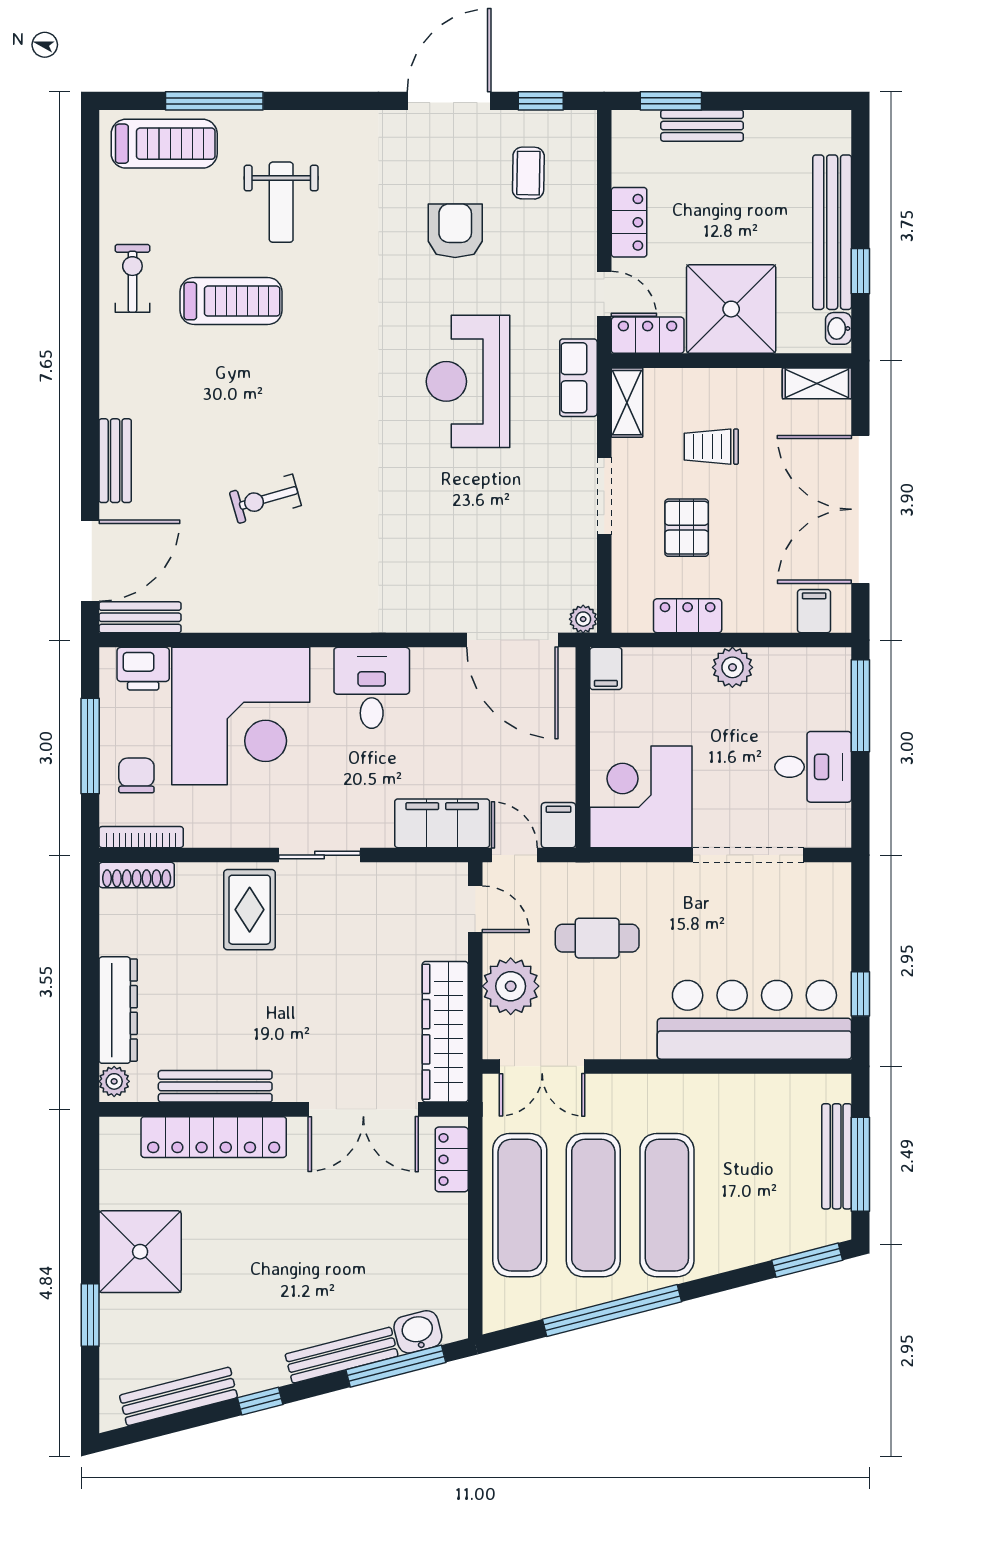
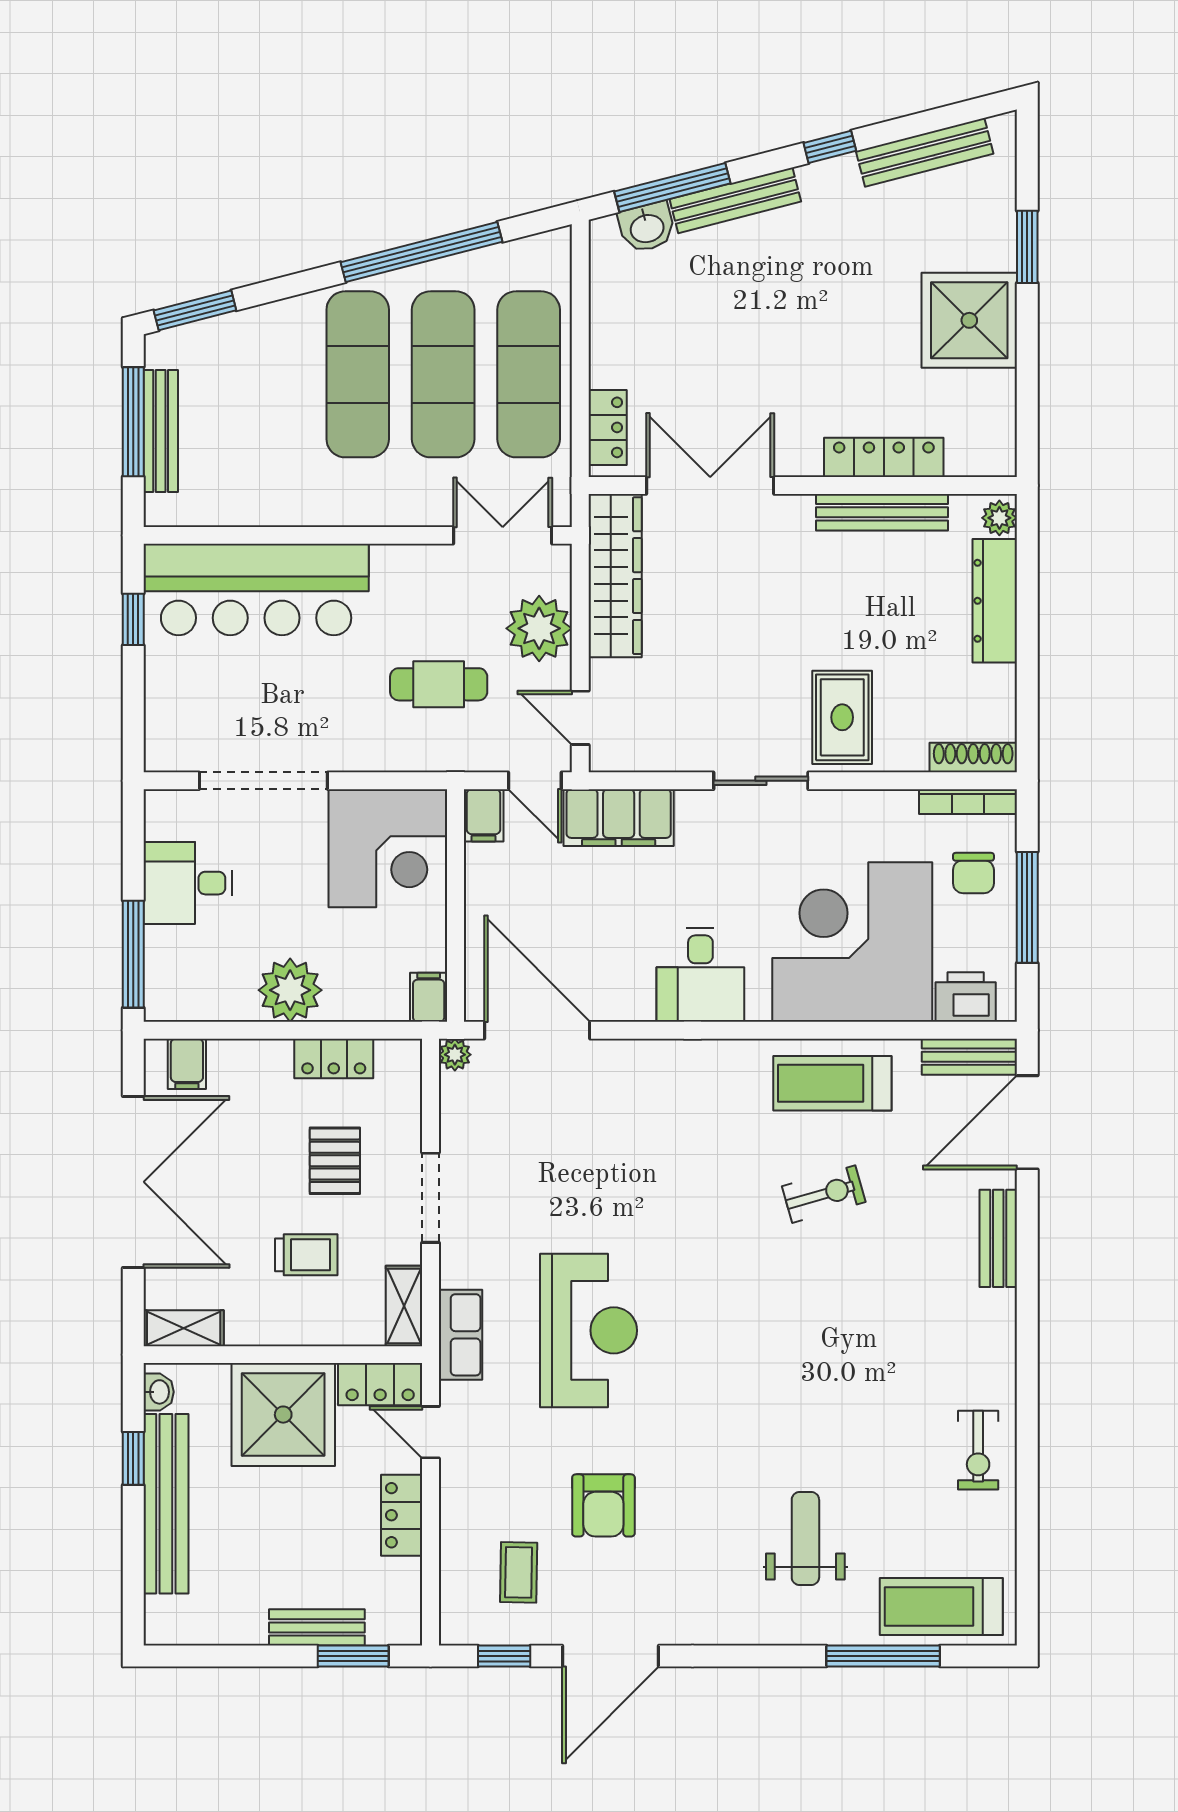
treadmill: (231, 301) -> (832, 1083), moved
plant: (732, 667) -> (290, 990), width x1.36, depth x1.36
locker: (214, 1137) -> (884, 457), width x0.71, depth x0.83

